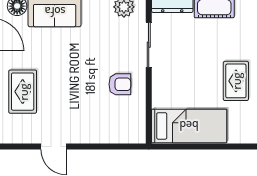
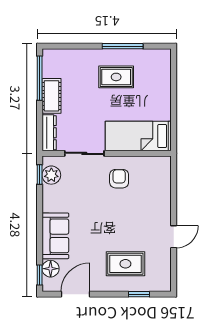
bed: (189, 126) -> (138, 136), moved, turned -90

